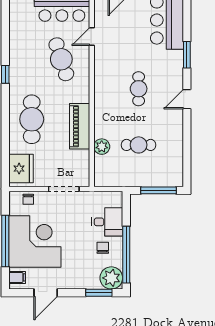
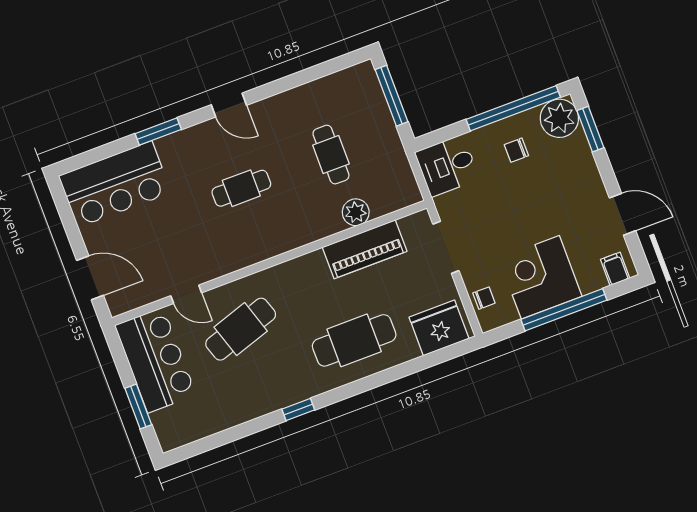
piano: (80, 126) -> (365, 249), moved
desk: (107, 222) -> (447, 166), moved, turned -90
corner desk: (35, 242) -> (540, 277), width x0.74, depth x0.74

